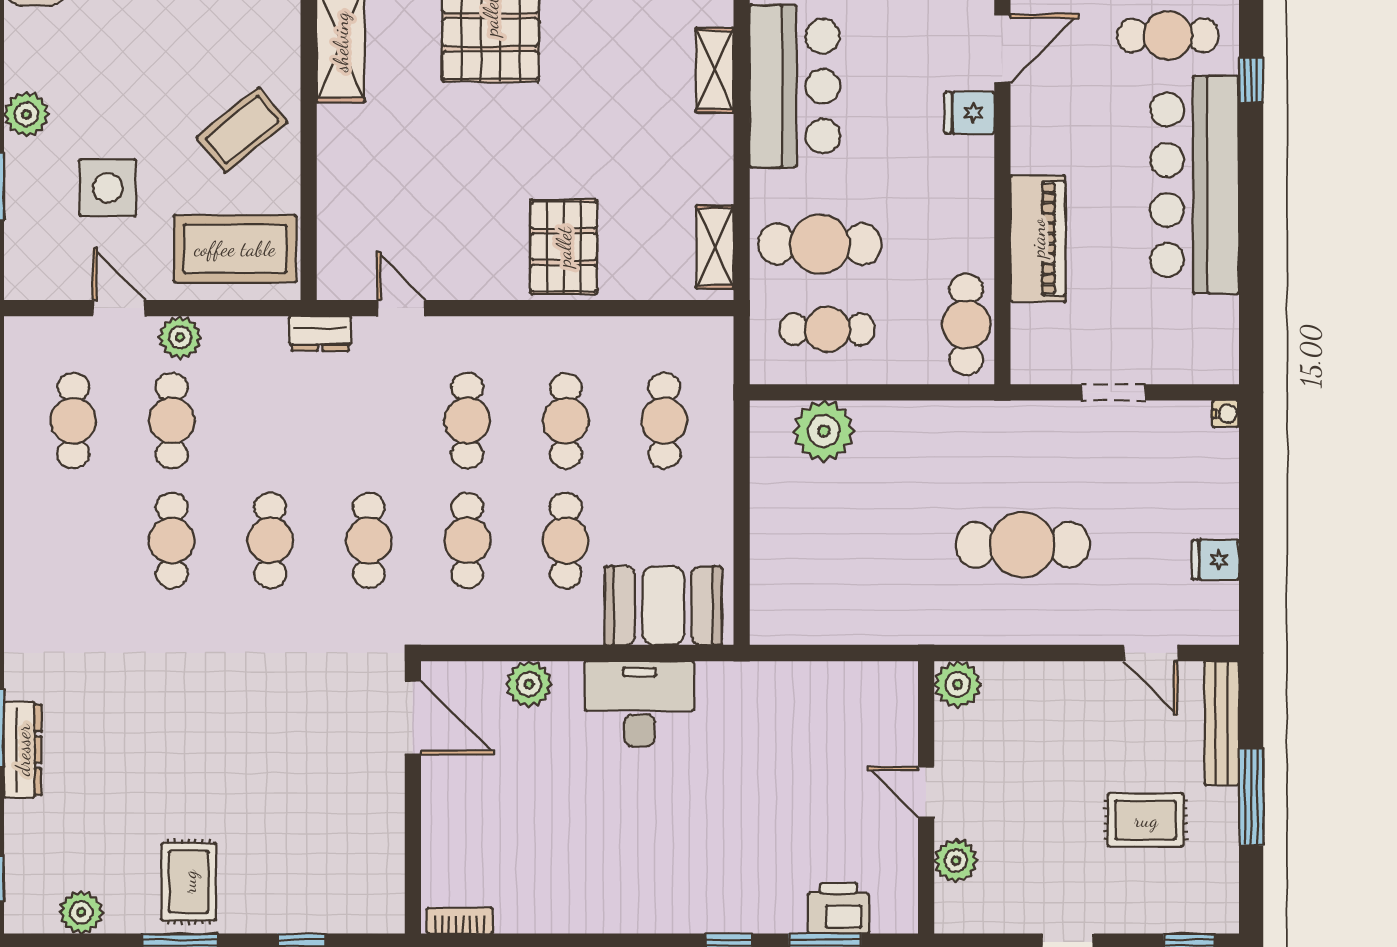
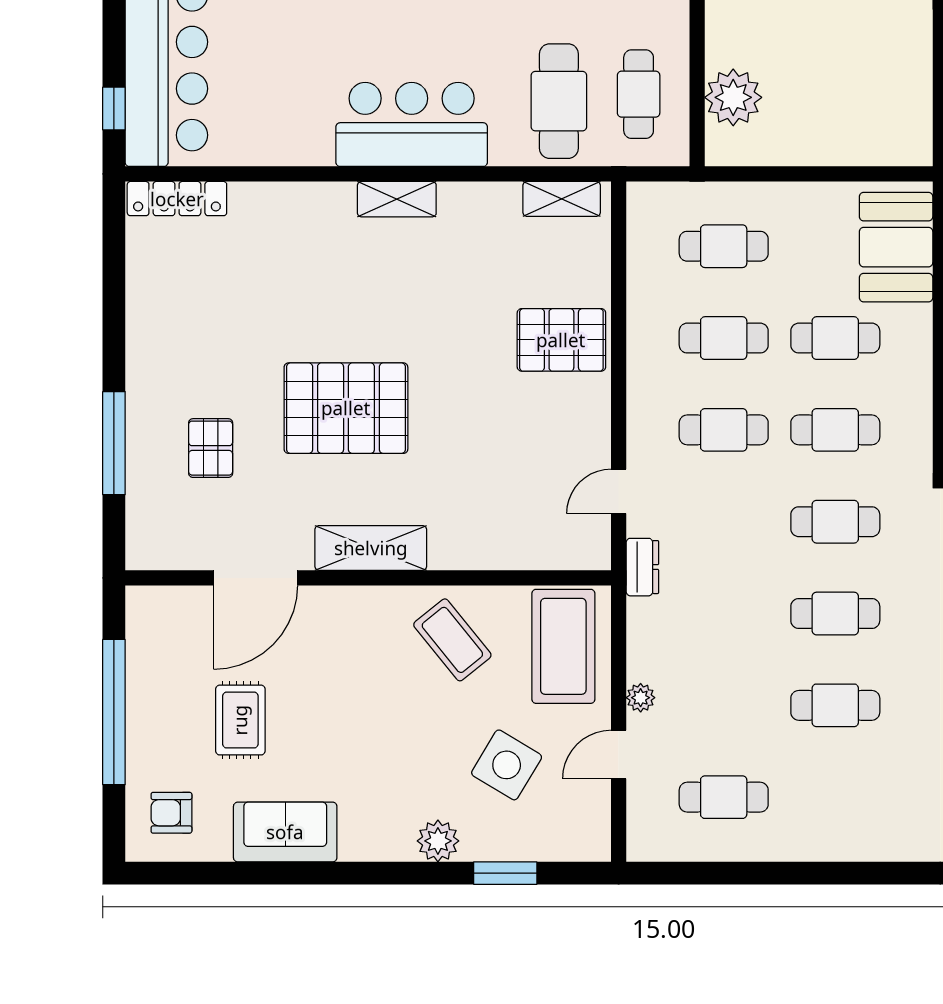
side table: (108, 188) -> (507, 765), turned 31
plant: (180, 337) -> (641, 698), width x0.73, depth x0.73
cafe table: (172, 421) -> (724, 705), removed

